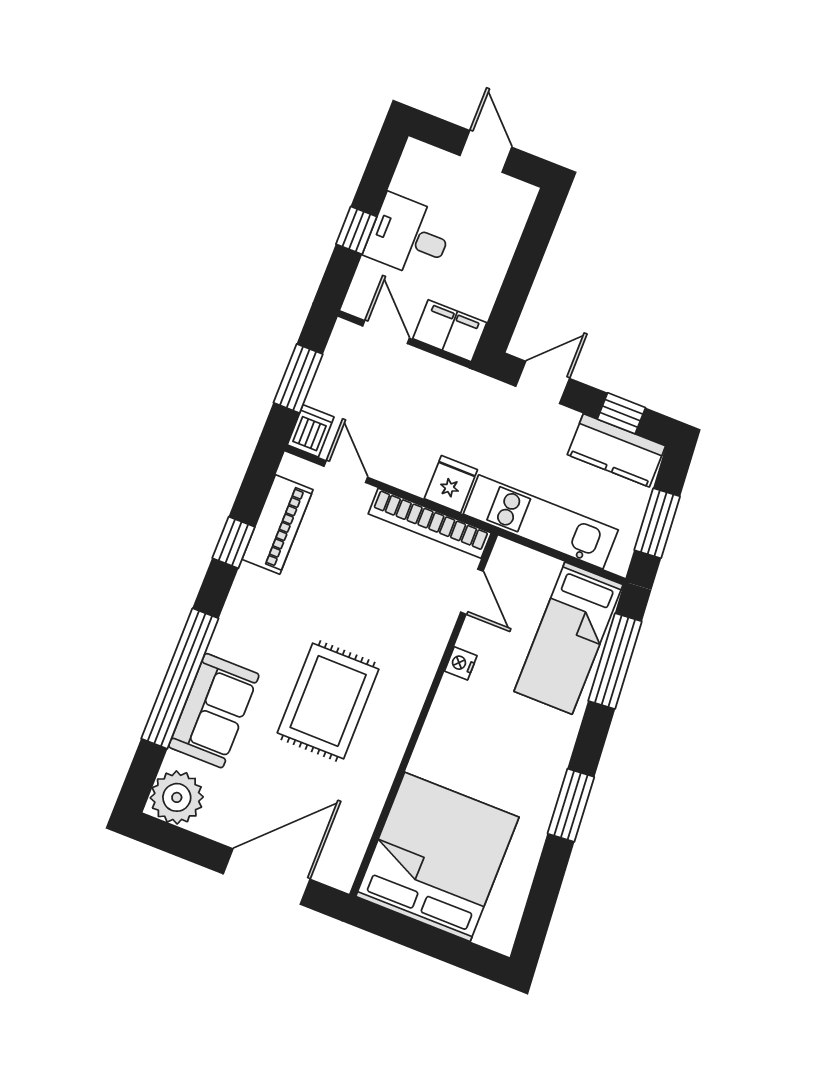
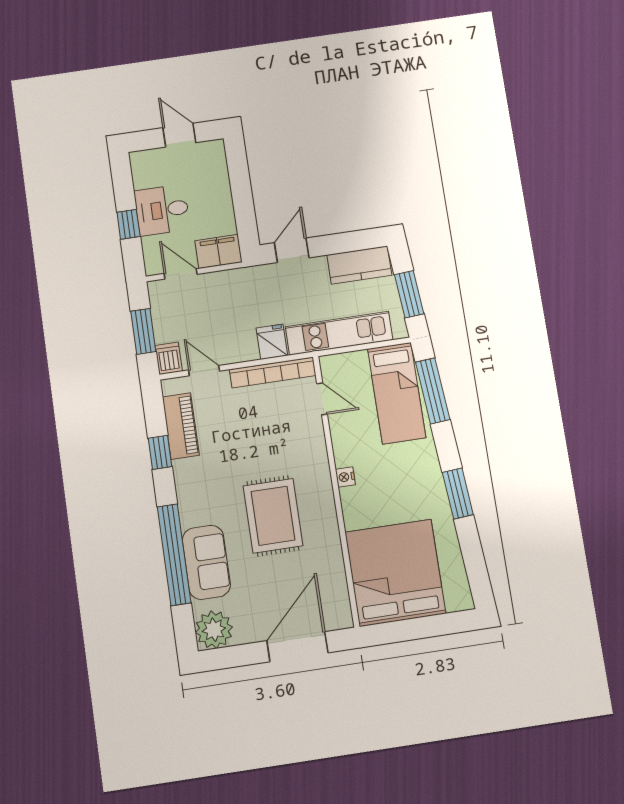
window: (621, 413) -> (349, 242), removed
nightstand: (461, 663) -> (345, 477), moved

